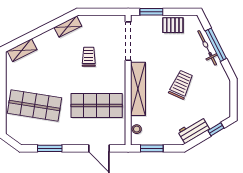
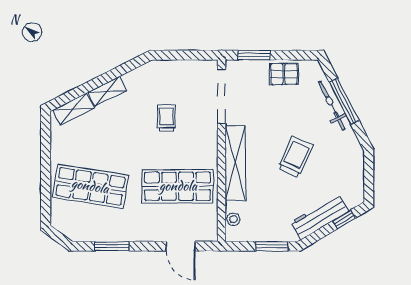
shelving: (68, 27) -> (107, 91), moved
workbench: (194, 130) -> (319, 217), width x1.38
window: (152, 148) -> (272, 246), moved

